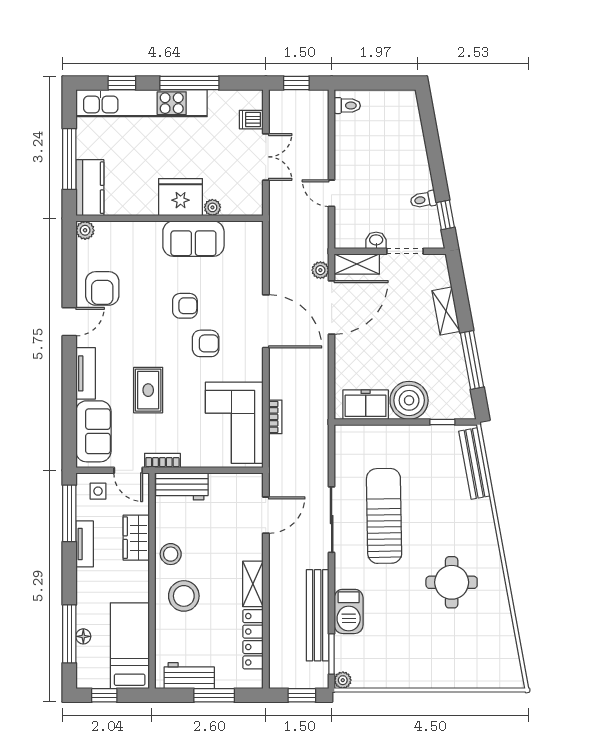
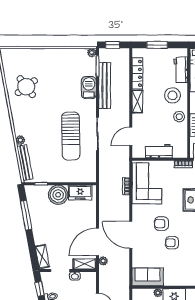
sofa: (193, 239) -> (148, 277), moved
shelving: (446, 311) -> (42, 257), moved
workbench: (182, 486) -> (159, 151), moved
plant: (483, 508) -> (20, 140), added
round table: (452, 582) -> (26, 87), moved, turned -37
workbench: (189, 676) -> (181, 70), moved, turned 90

